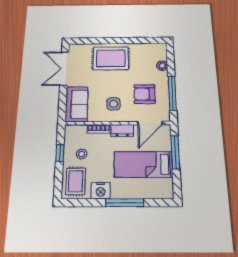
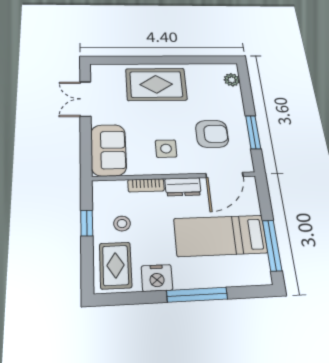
plant: (162, 66) -> (232, 80), moved
double door: (64, 68) -> (85, 99), width x0.73
window: (172, 93) -> (253, 132), width x0.69
armchair: (145, 94) -> (212, 134), turned 180
window: (175, 152) -> (272, 245), moved

